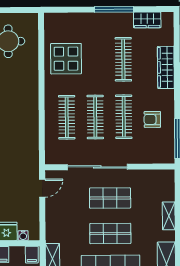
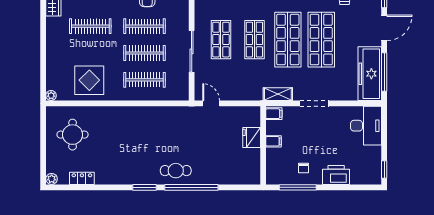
window: (114, 9) -> (43, 35), removed
plant: (49, 18) -> (51, 96), added
sliding door: (97, 167) -> (192, 51), width x0.73
water cooler: (23, 235) -> (256, 122), removed

